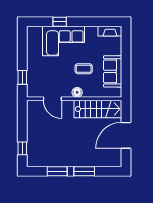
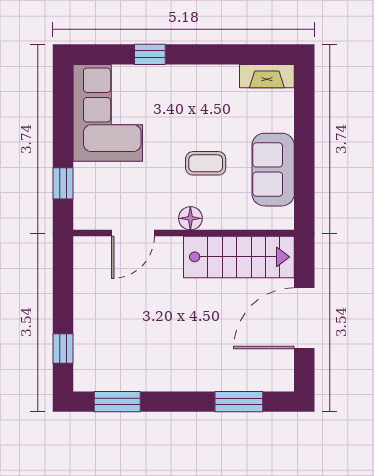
corner sofa: (63, 41) -> (108, 113), moved, turned -90
door: (52, 99) -> (133, 233), hinge flipped
window: (57, 171) -> (117, 402), moved
window: (84, 171) -> (239, 402), moved

